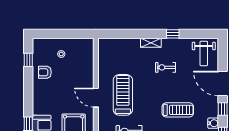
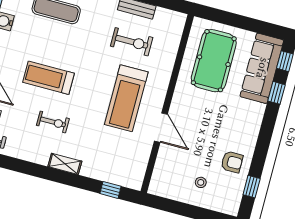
window: (173, 34) -> (110, 190), moved
door: (96, 98) -> (161, 128), moved
treadmill: (178, 110) -> (49, 78), moved

